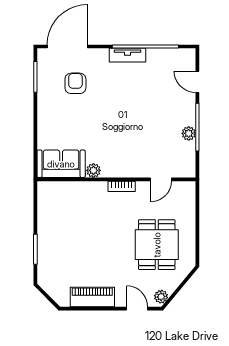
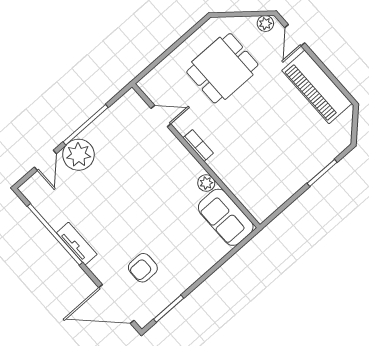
plant: (189, 133) -> (78, 155), moved, width x1.87, depth x1.87
piano: (92, 297) -> (317, 87), width x1.37, depth x1.33

